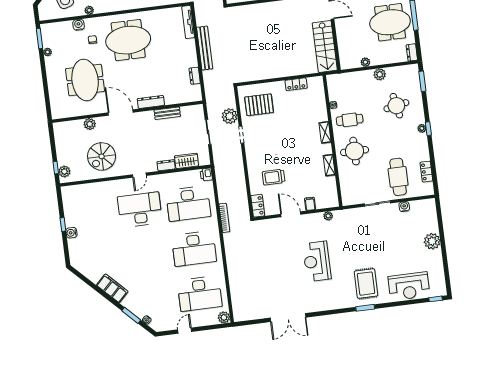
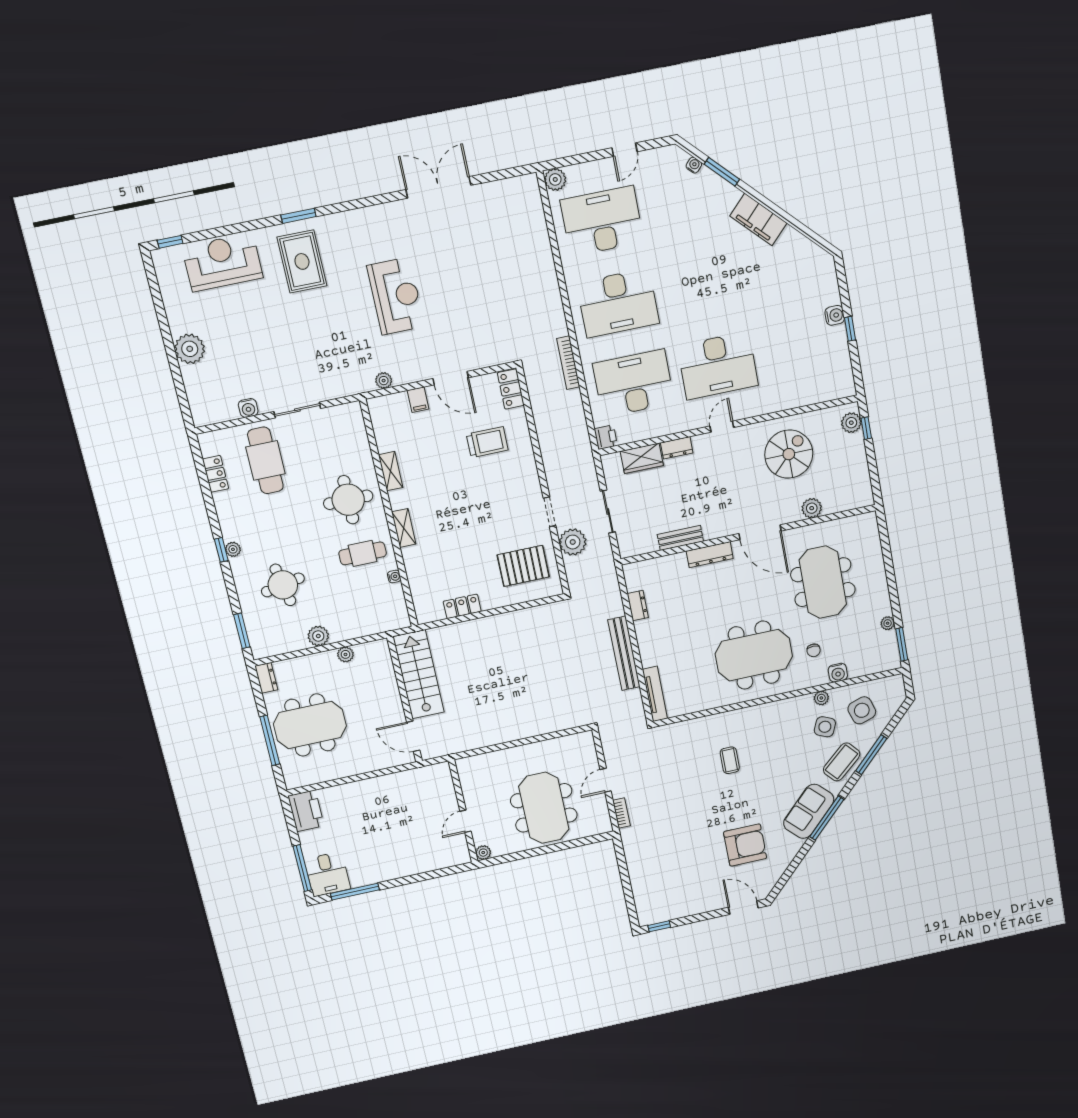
desk: (194, 249) -> (618, 303), turned 180

